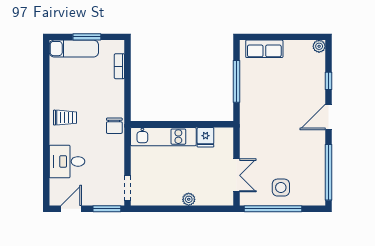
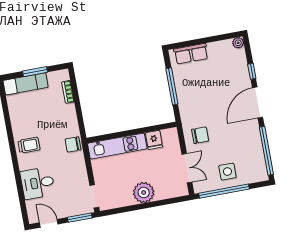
door: (328, 117) -> (258, 102), width x1.36
chair: (114, 126) -> (73, 144), turned 90
chair: (258, 141) -> (200, 135), added
plant: (189, 199) -> (144, 193), width x1.88, depth x1.88
door: (71, 209) -> (49, 223), hinge flipped

